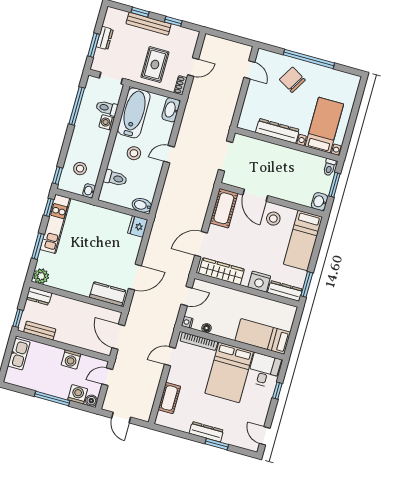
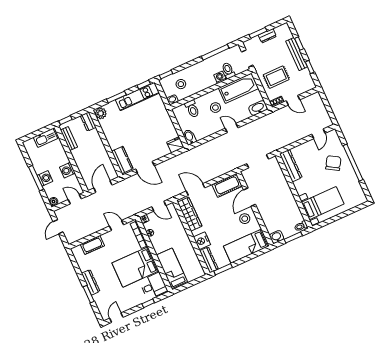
dresser: (277, 131) -> (291, 166), moved
washing machine: (78, 394) -> (45, 178), moved

